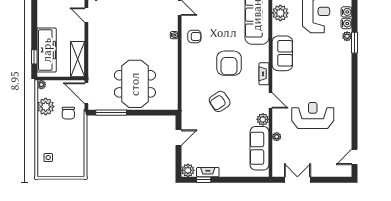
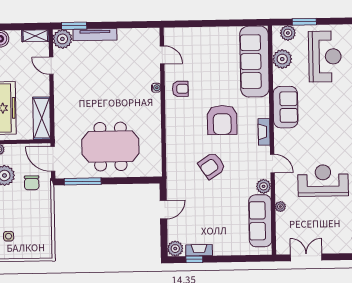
meeting table: (135, 84) -> (110, 147), turned 90

